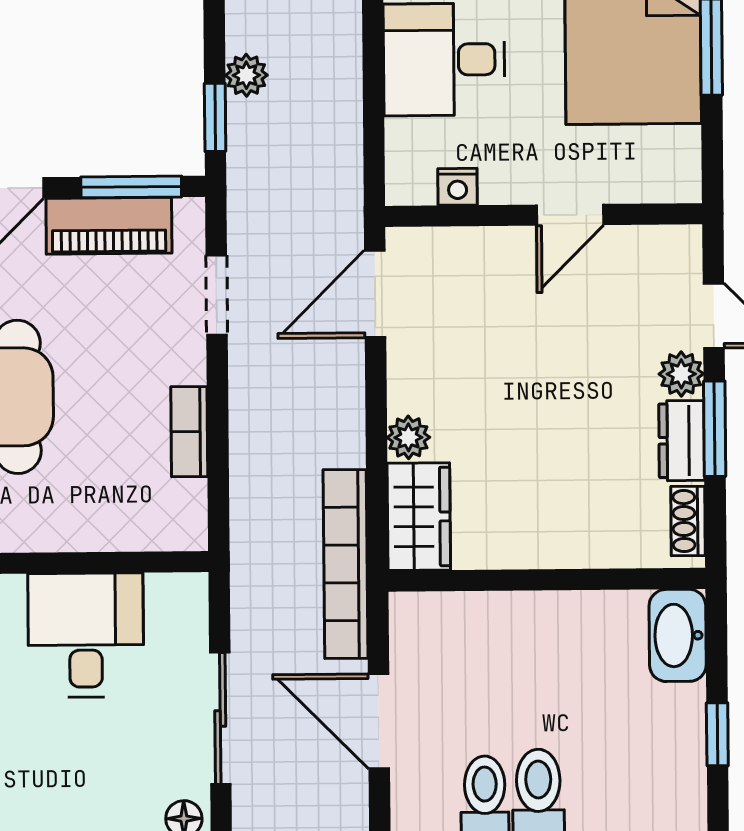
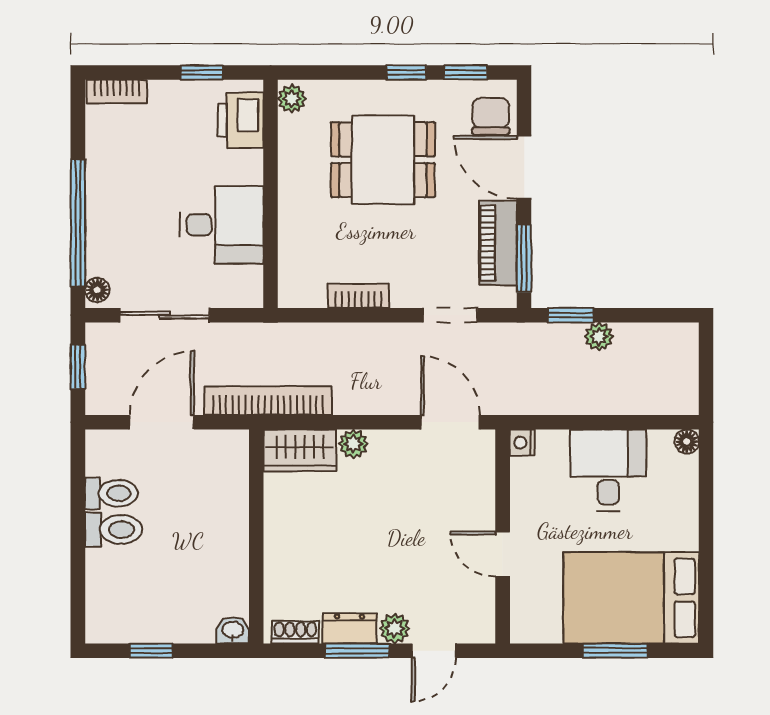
nightstand: (458, 187) -> (522, 443), moved
washbasin: (678, 635) -> (233, 630), width x0.52, depth x0.69

